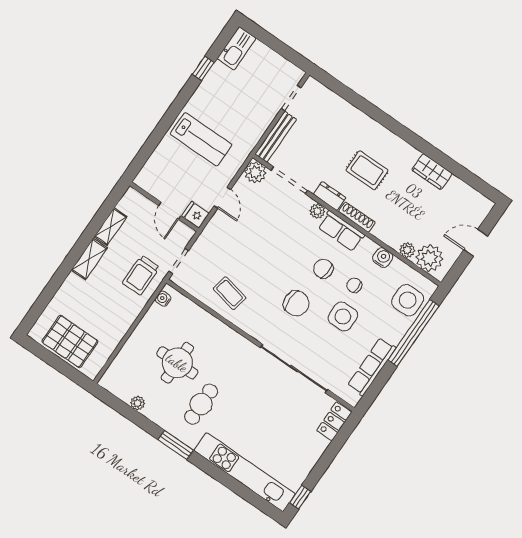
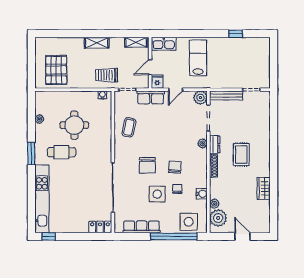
kitchen sink: (237, 48) -> (164, 44), moved
lab bench: (201, 139) -> (198, 58), turned 180
shelving: (111, 227) -> (136, 42), moved
row of seats: (341, 231) -> (151, 97), moved, turned -90
pallet: (70, 342) -> (56, 70), moved

